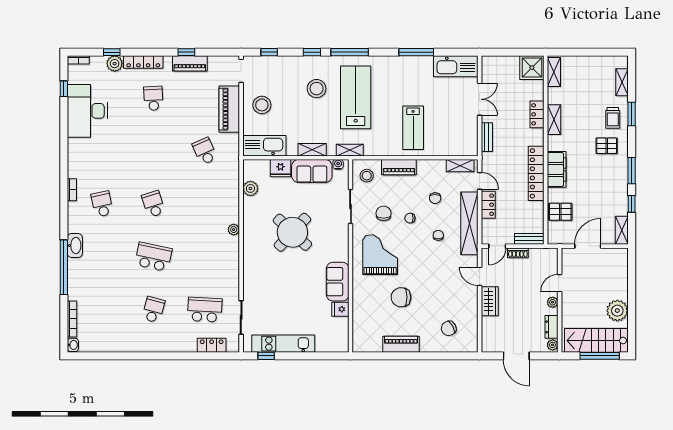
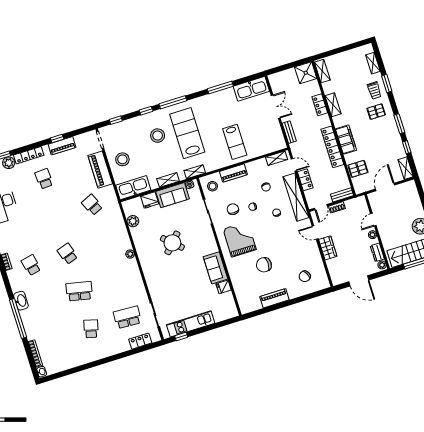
round table: (292, 232) -> (172, 243), width x0.73, depth x0.73

